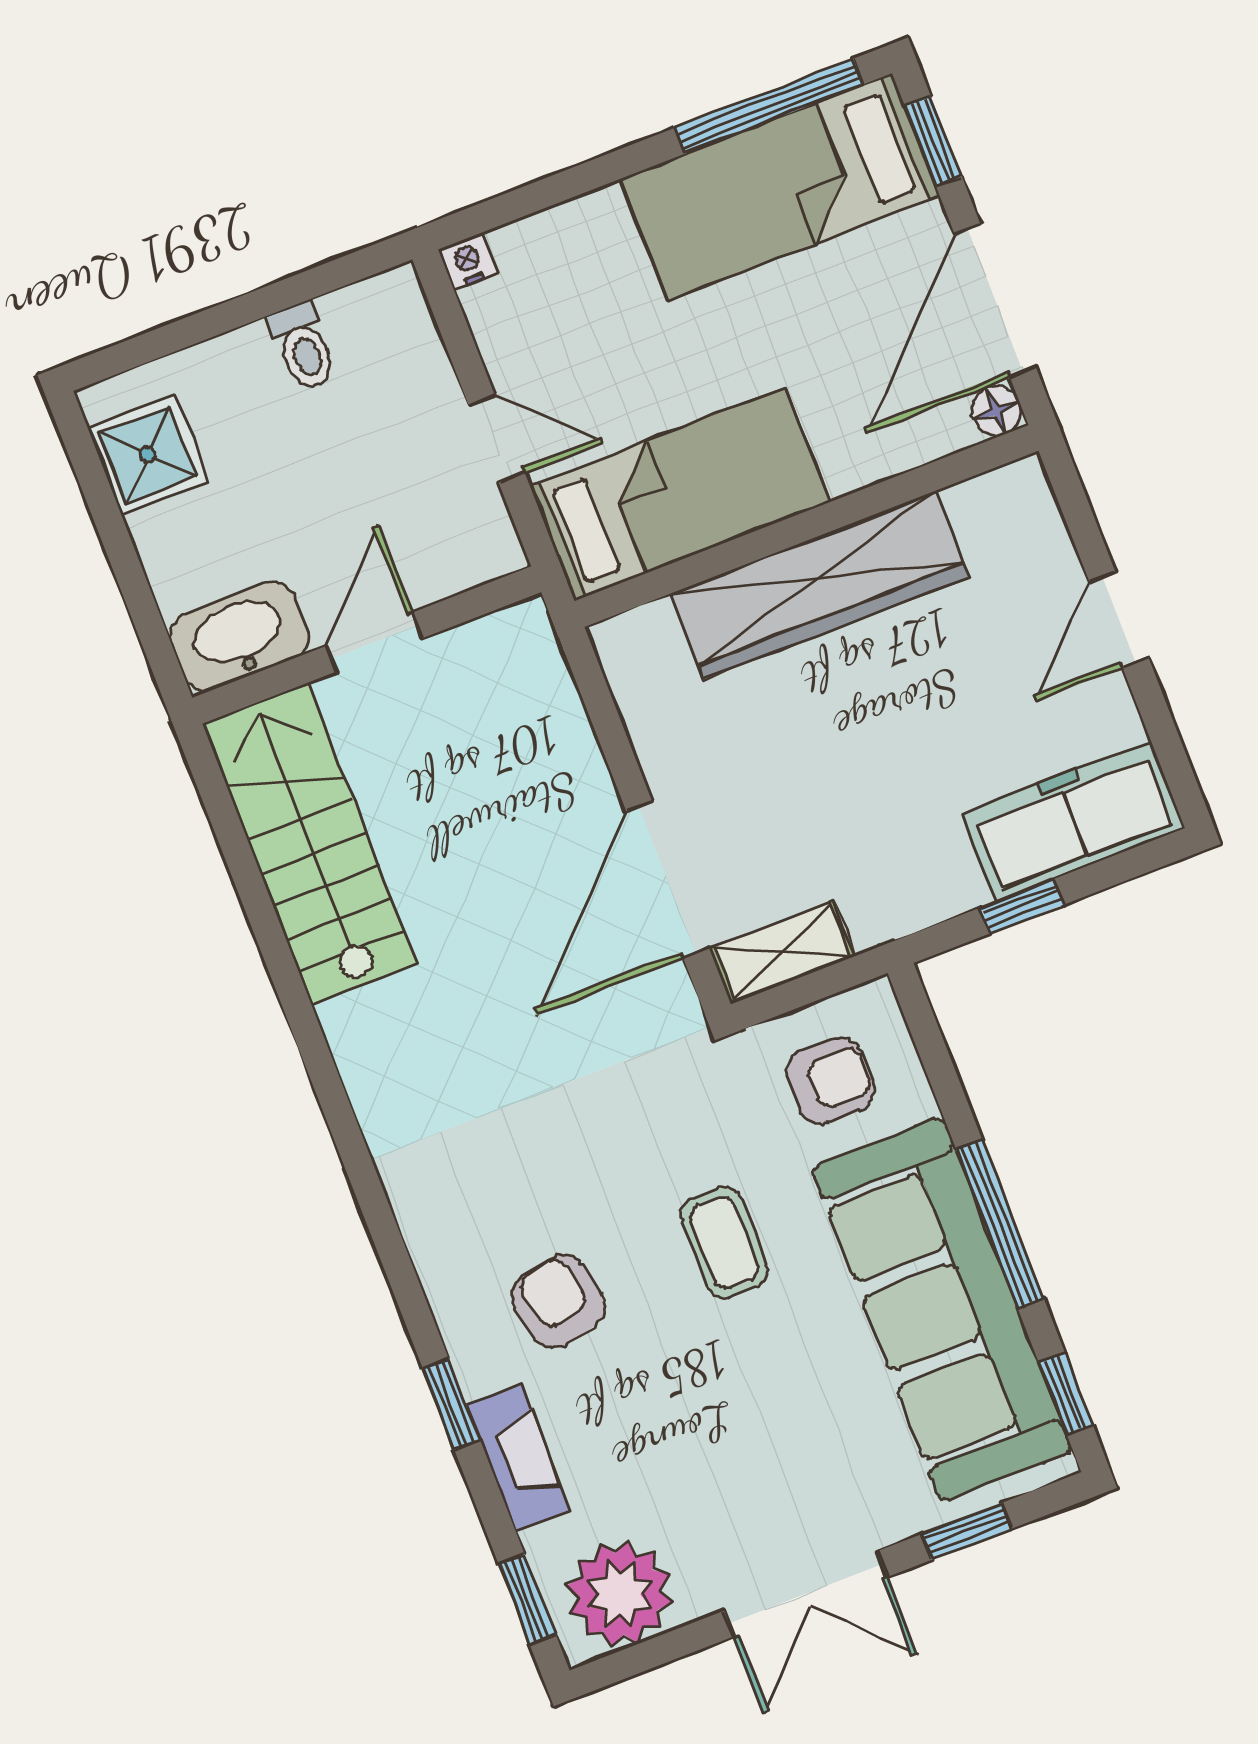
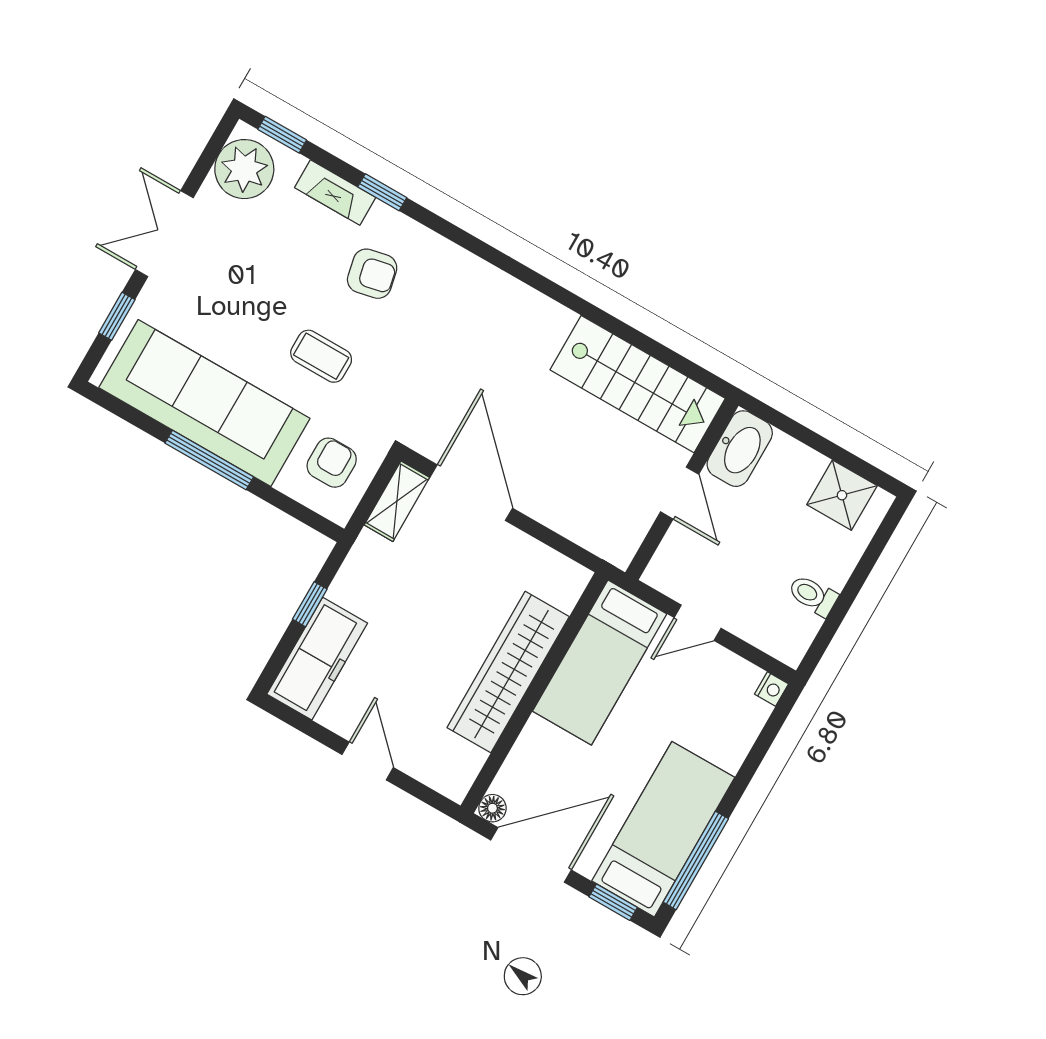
door: (995, 301) -> (531, 855), hinge flipped
armchair: (830, 1081) -> (332, 463), turned 180
window: (1066, 1394) -> (122, 410), removed

